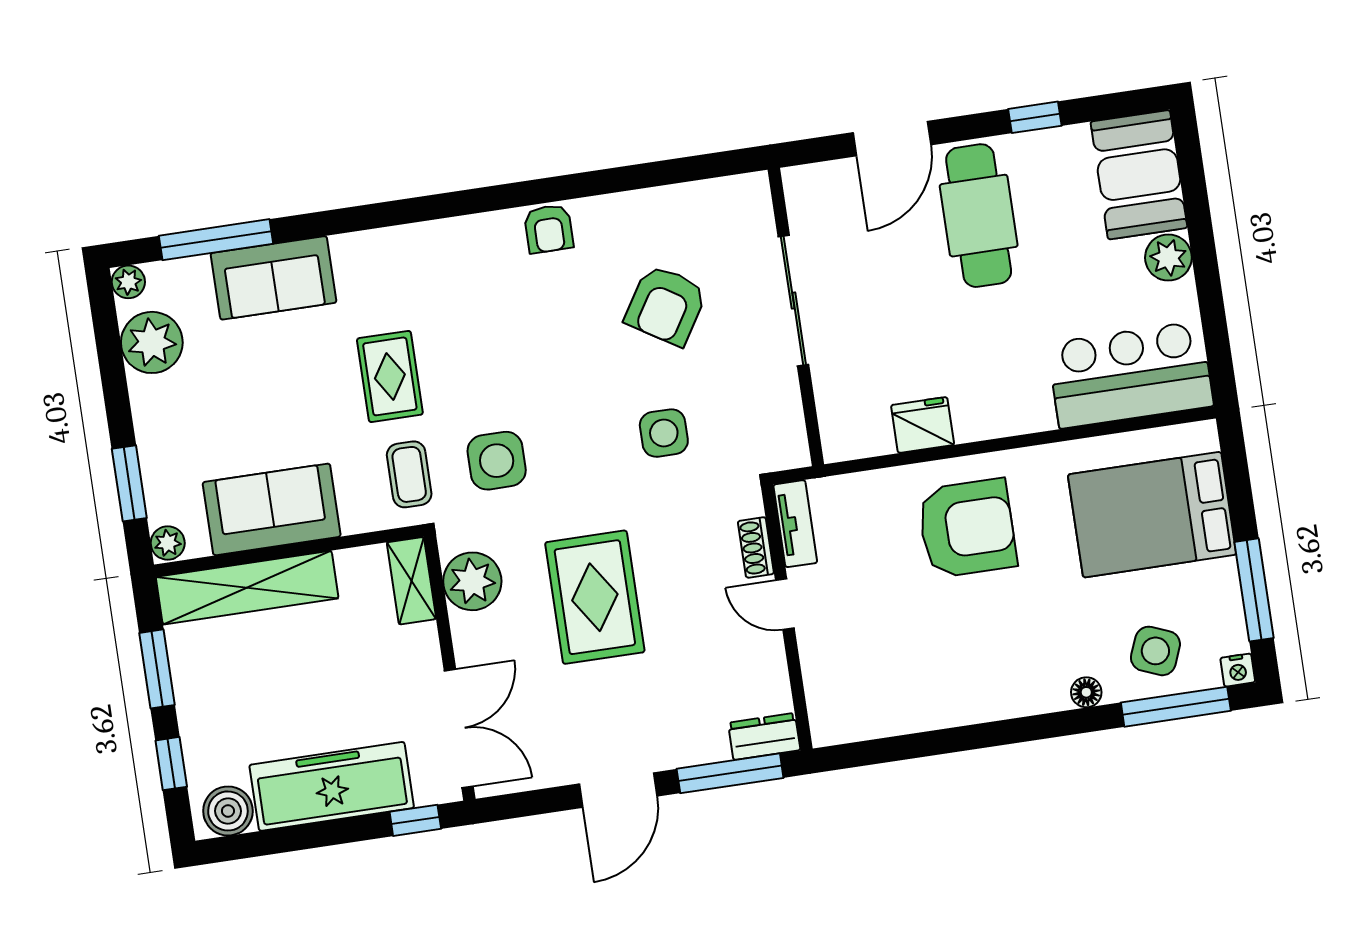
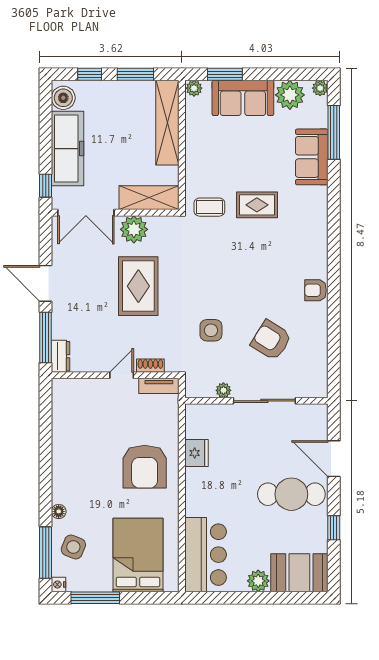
plant: (784, 389) -> (223, 390), added
side table: (497, 461) -> (210, 249), removed
sofa: (272, 509) -> (243, 98), moved, turned 90
shelving: (411, 581) -> (149, 198), width x1.50, depth x1.33
plant: (472, 581) -> (134, 229), moved
rug: (595, 597) -> (138, 286), turned 90

